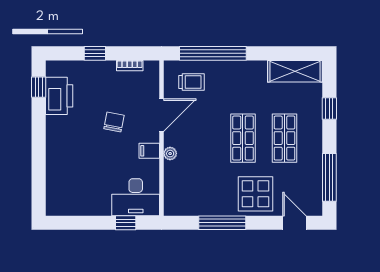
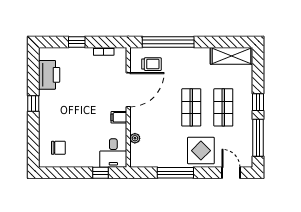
window: (39, 87) -> (33, 104), moved
window: (329, 108) -> (258, 102), moved
door: (161, 115) -> (128, 90), width x1.36
chair: (114, 122) -> (58, 148), moved, turned 79
plant: (170, 154) -> (135, 138), moved
desk: (136, 197) -> (113, 153), width x0.73

